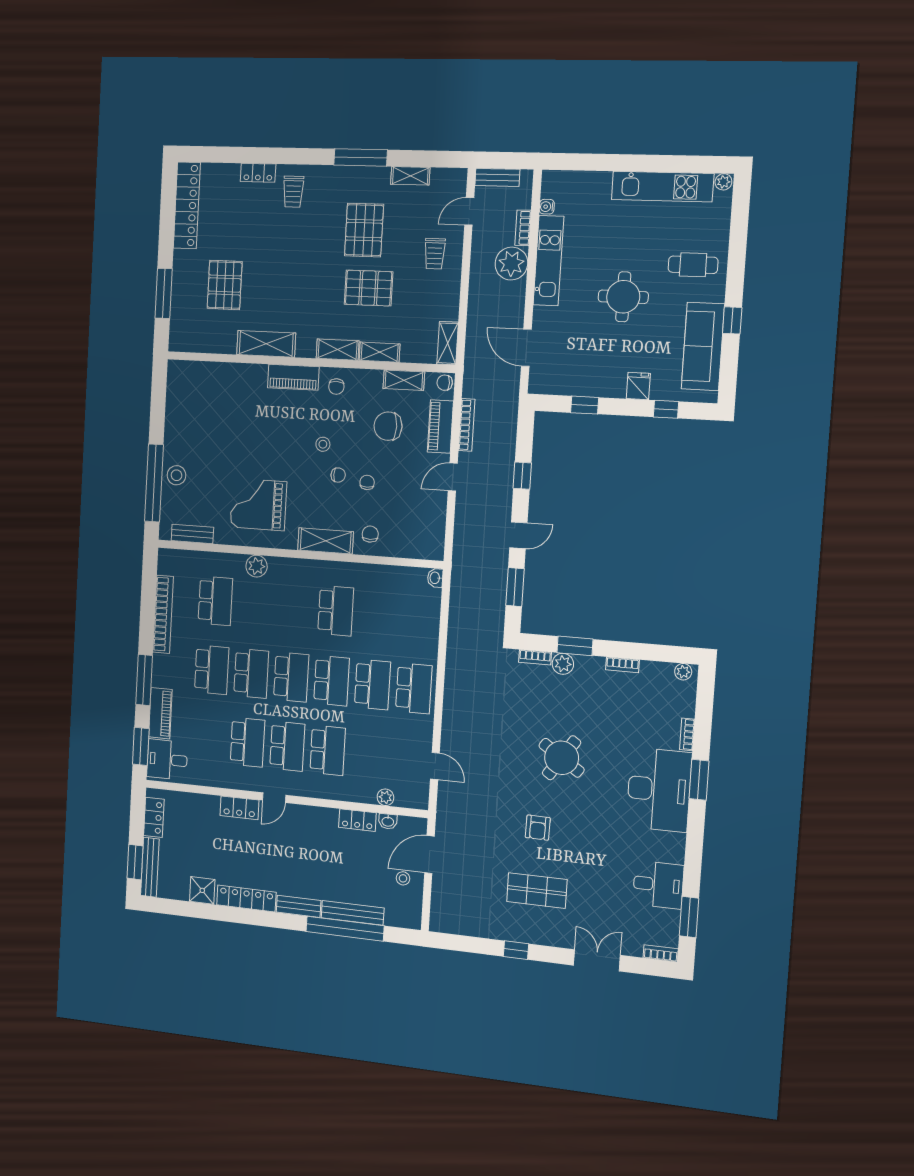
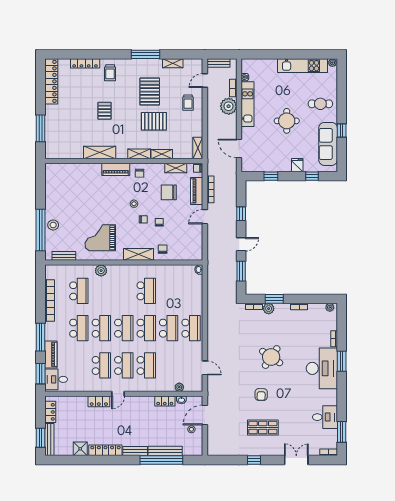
locker: (258, 173) -> (85, 63), width x1.53
pallet: (225, 285) -> (104, 111), moved, width x0.67, depth x0.71

